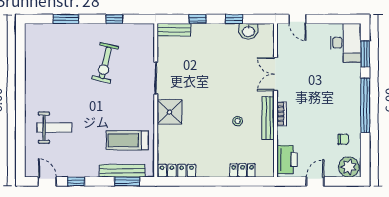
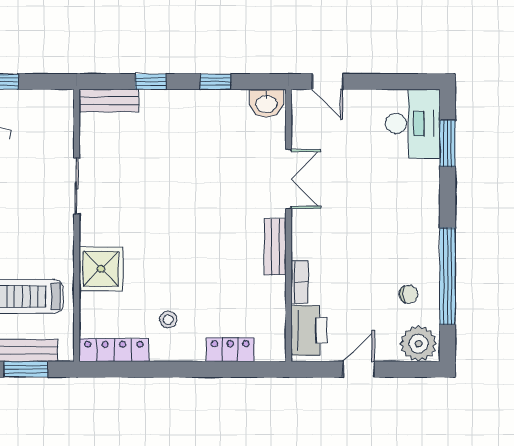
washbasin: (248, 31) -> (266, 103), moved
double door: (275, 74) -> (289, 179), swing flipped
window: (365, 105) -> (447, 276), moved
shower: (170, 112) -> (101, 269), moved
bookcase: (282, 114) -> (300, 282), moved
bench: (268, 118) -> (275, 247), width x0.73
stool: (238, 121) -> (168, 320), moved

